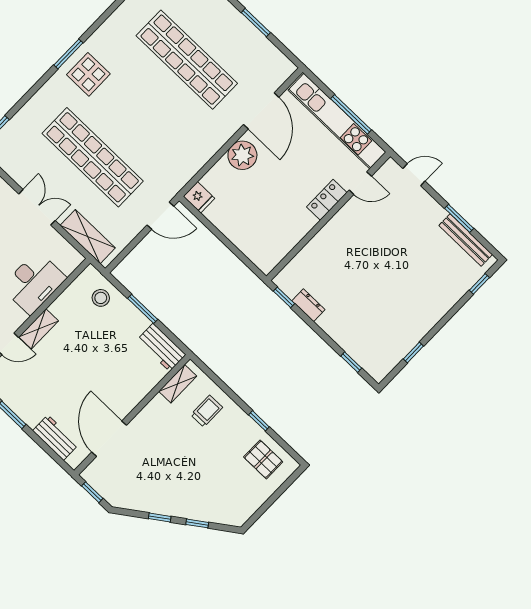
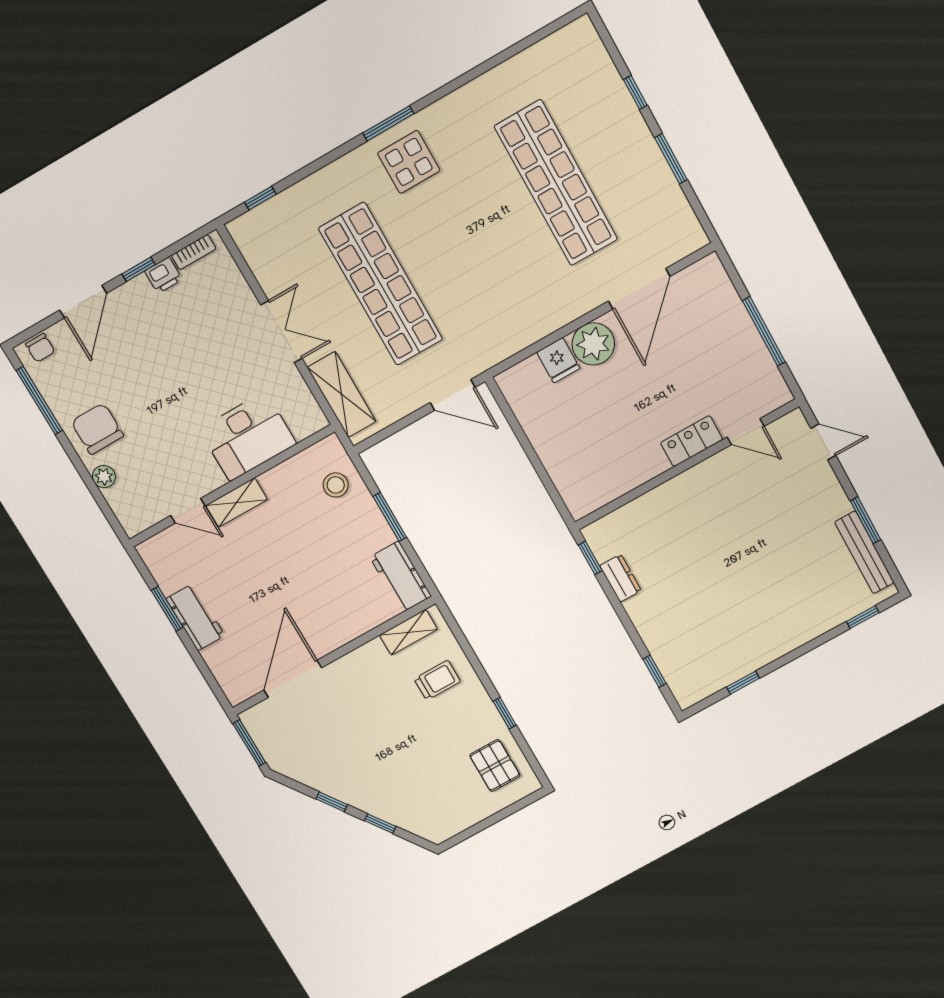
kitchen unit: (337, 121) -> (741, 335), removed
fridge: (199, 197) -> (558, 360), moved
workbench: (56, 437) -> (195, 617), moved
window: (92, 492) -> (249, 743), width x1.50

